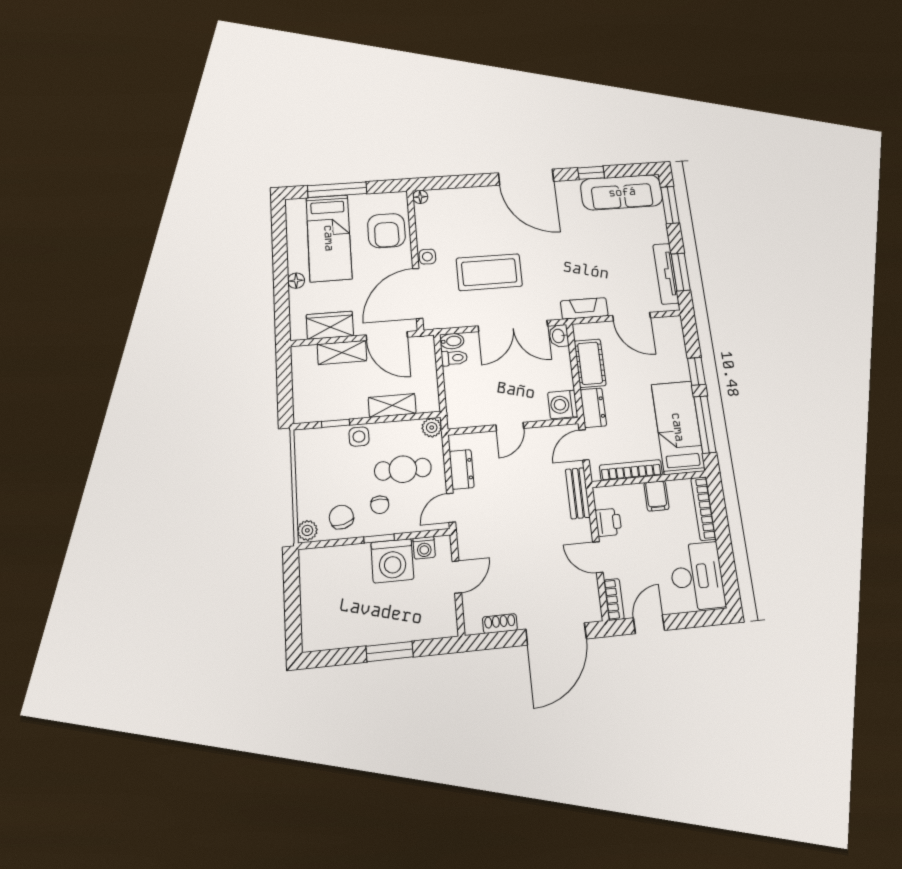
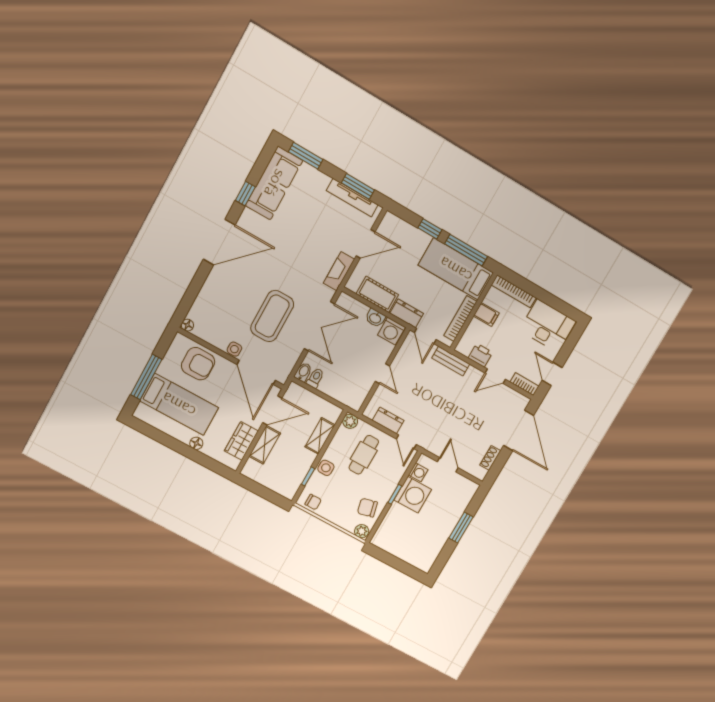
washbasin: (559, 336) -> (375, 318), moved
chair: (380, 505) -> (313, 502), moved

